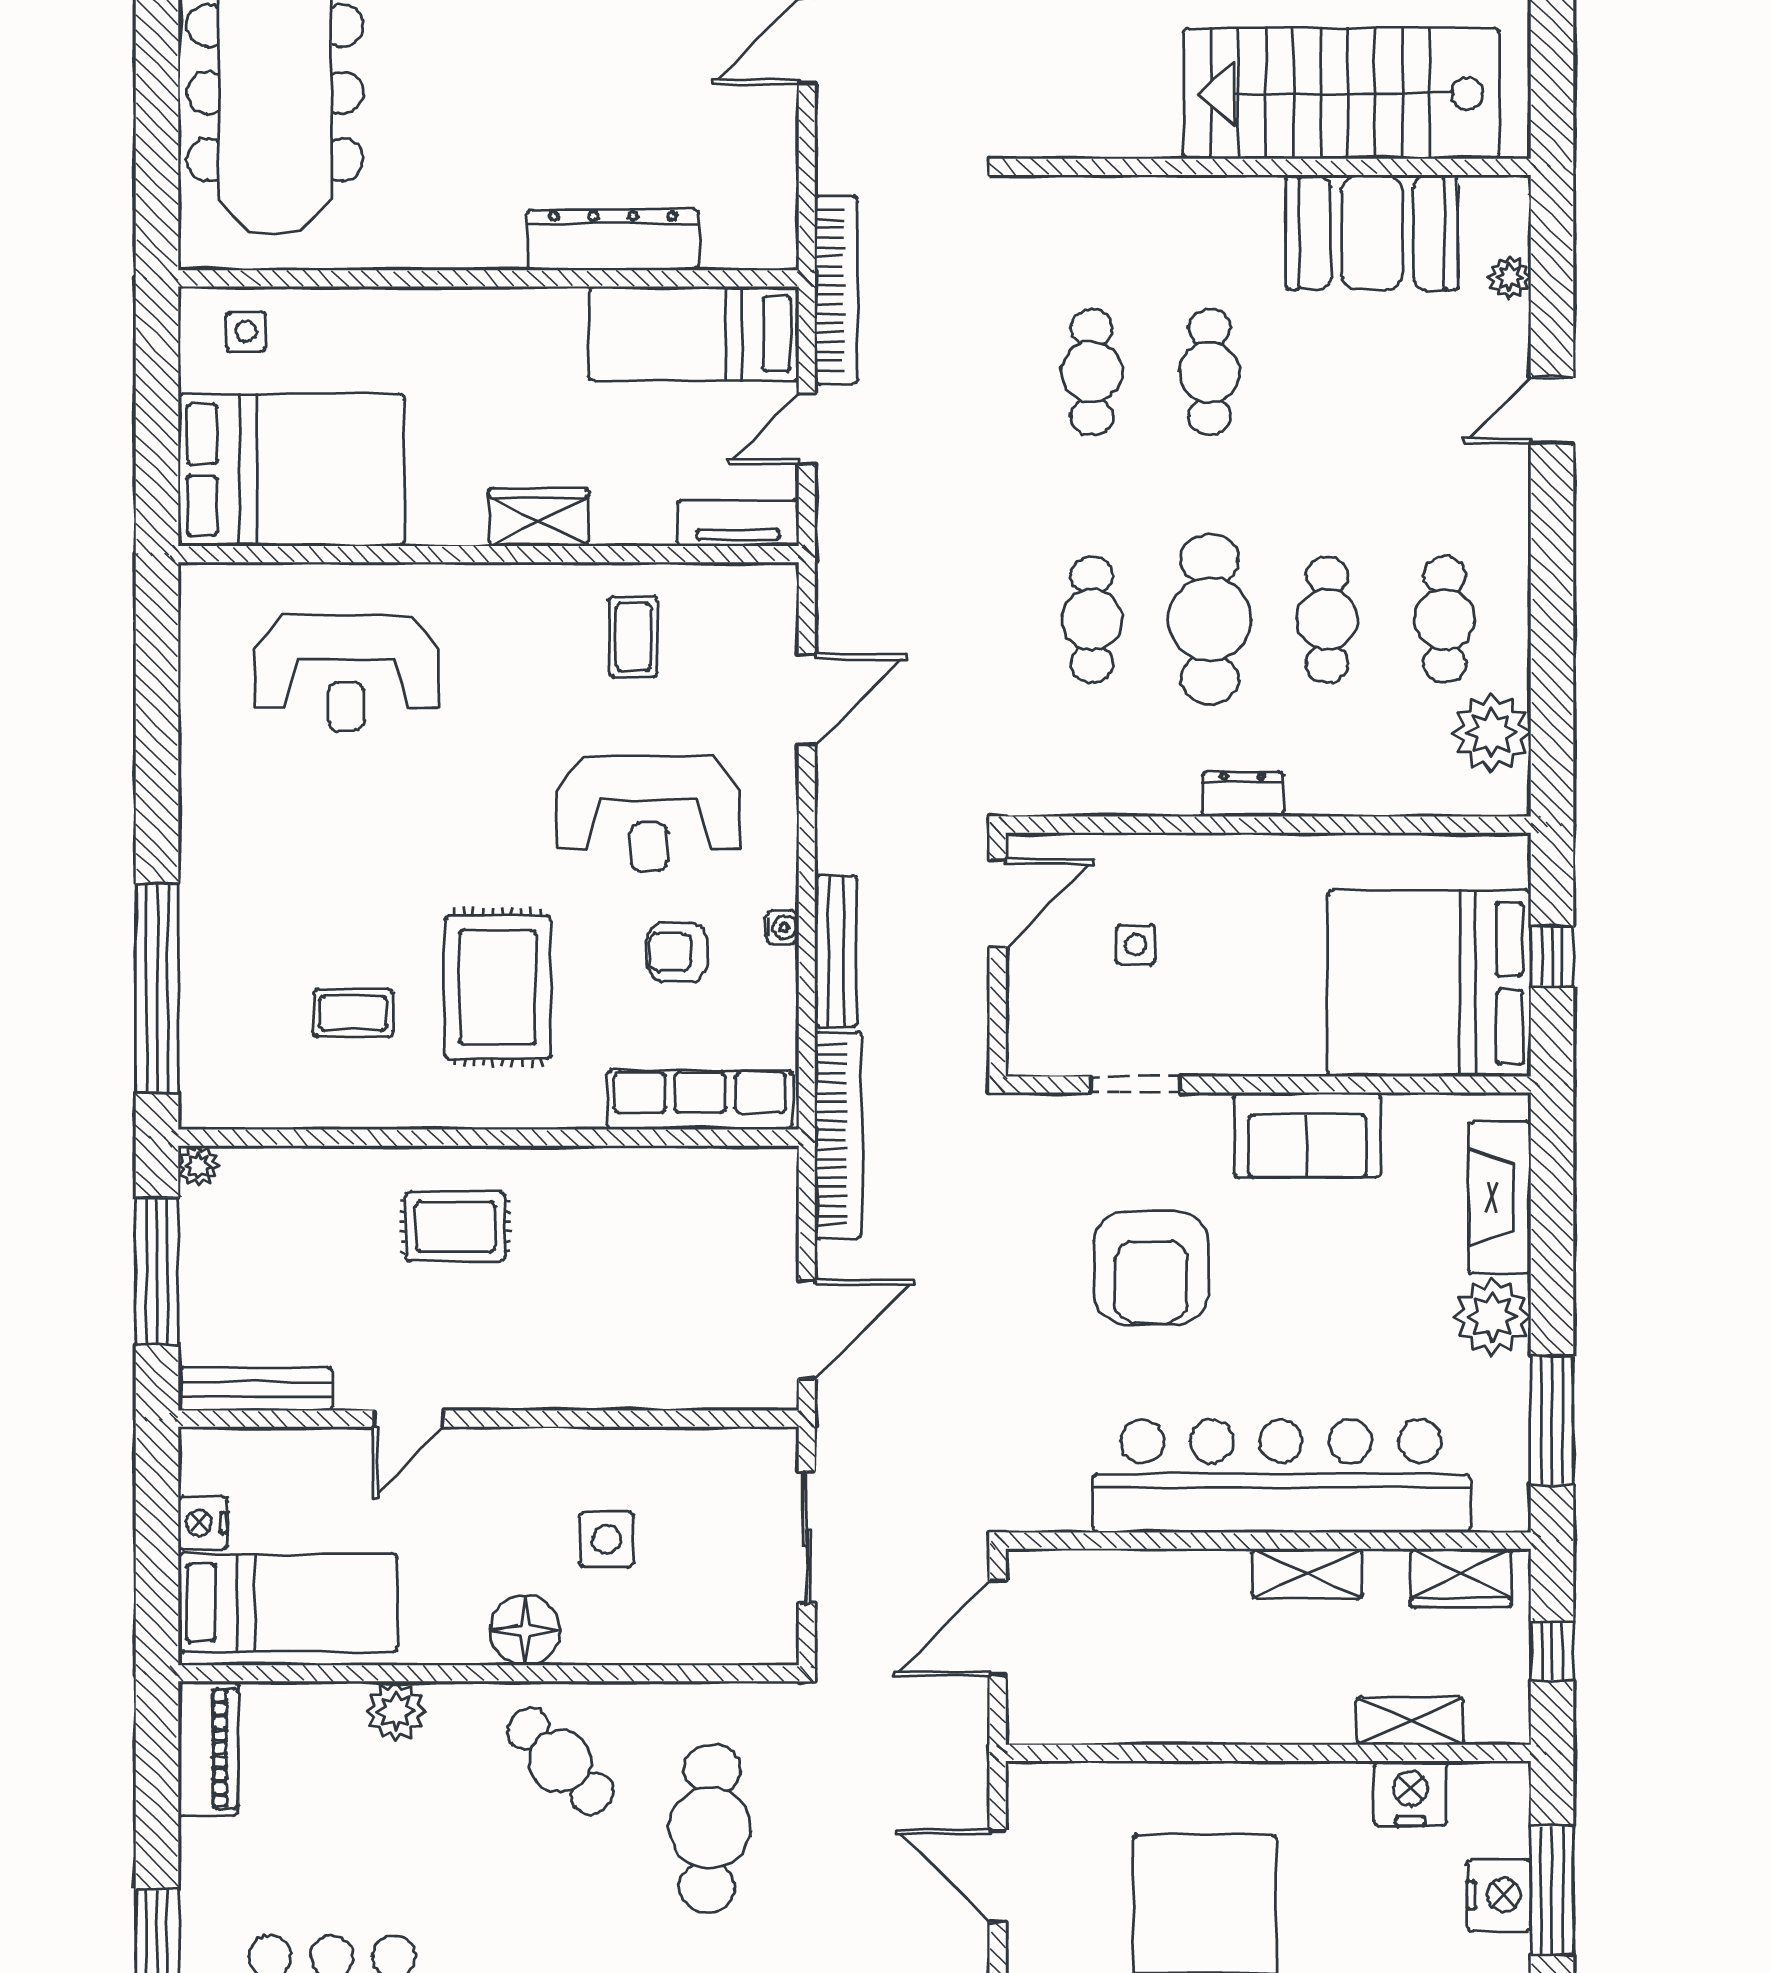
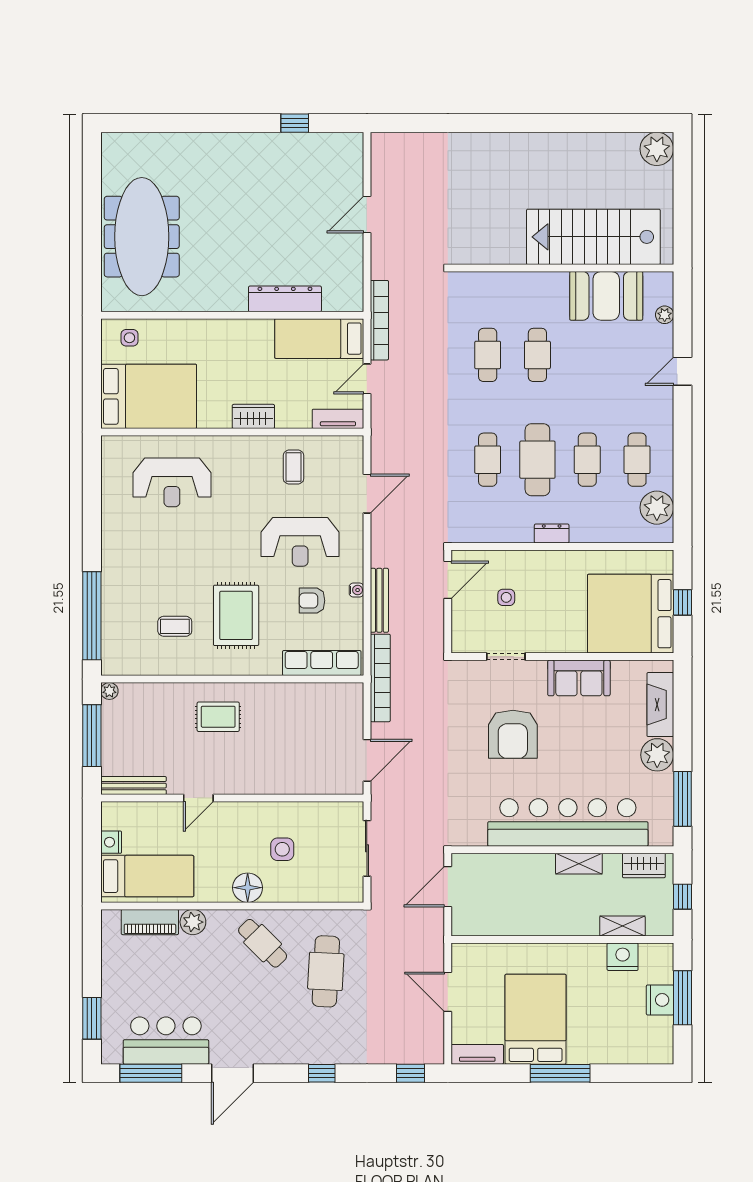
piano: (208, 1748) -> (150, 922), moved, turned 90

